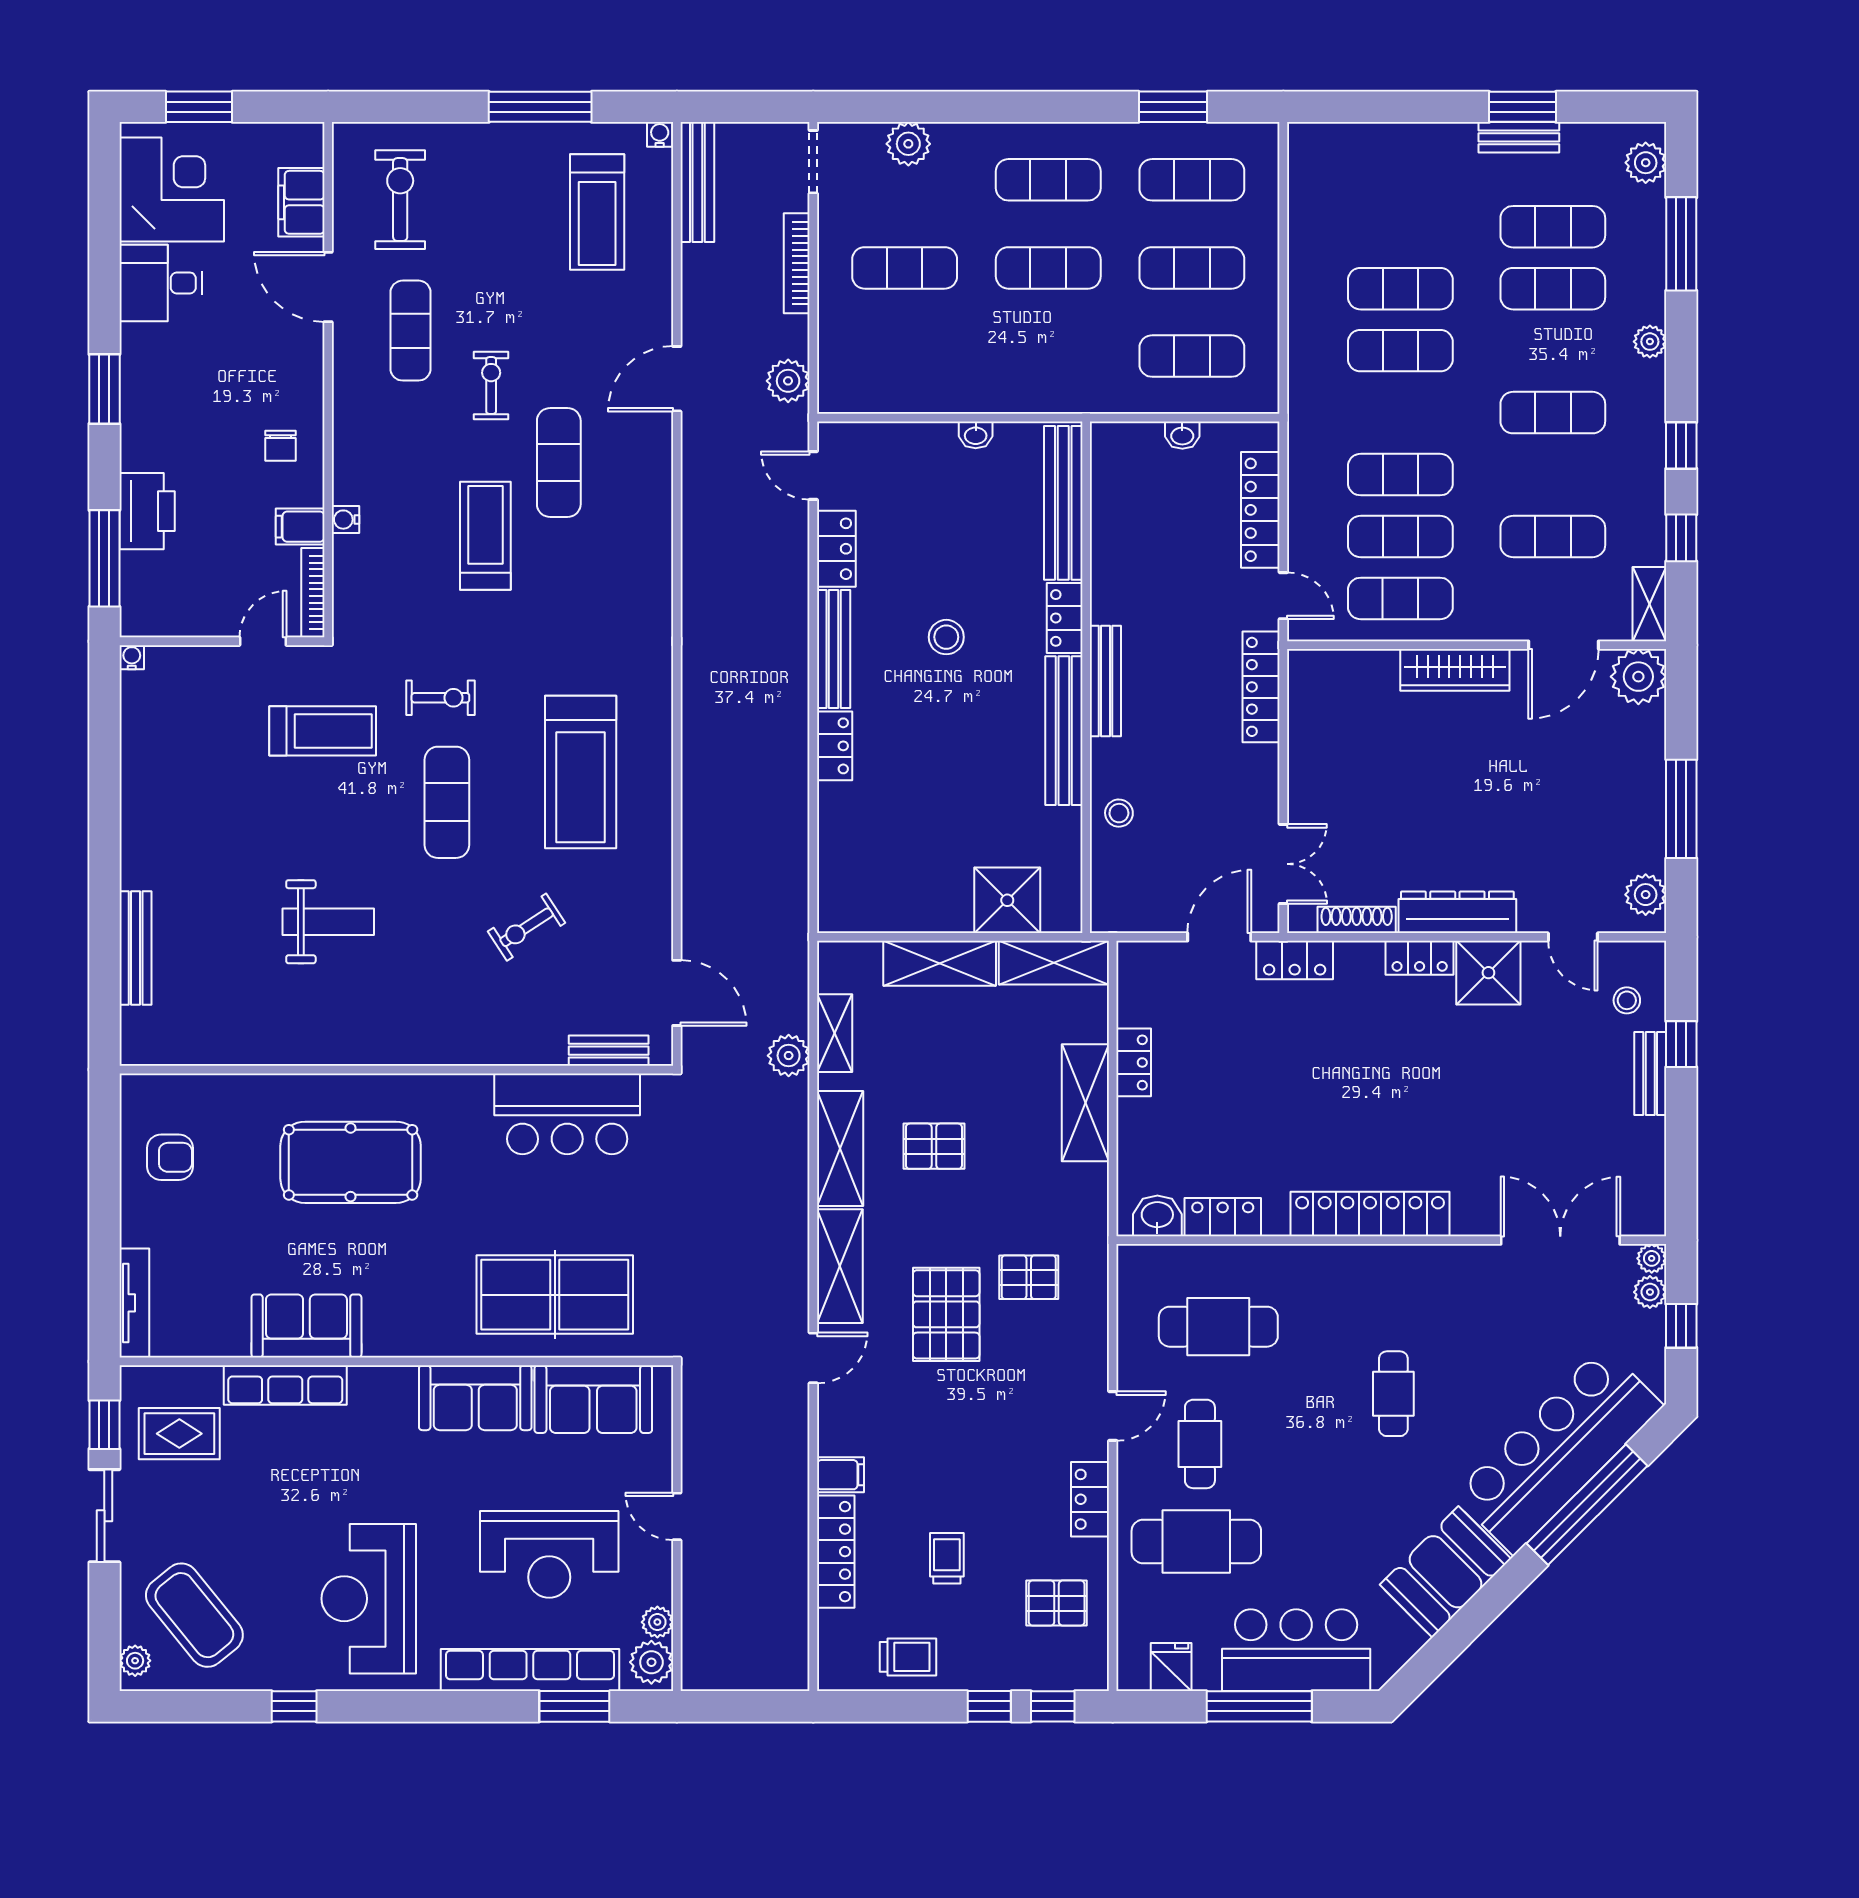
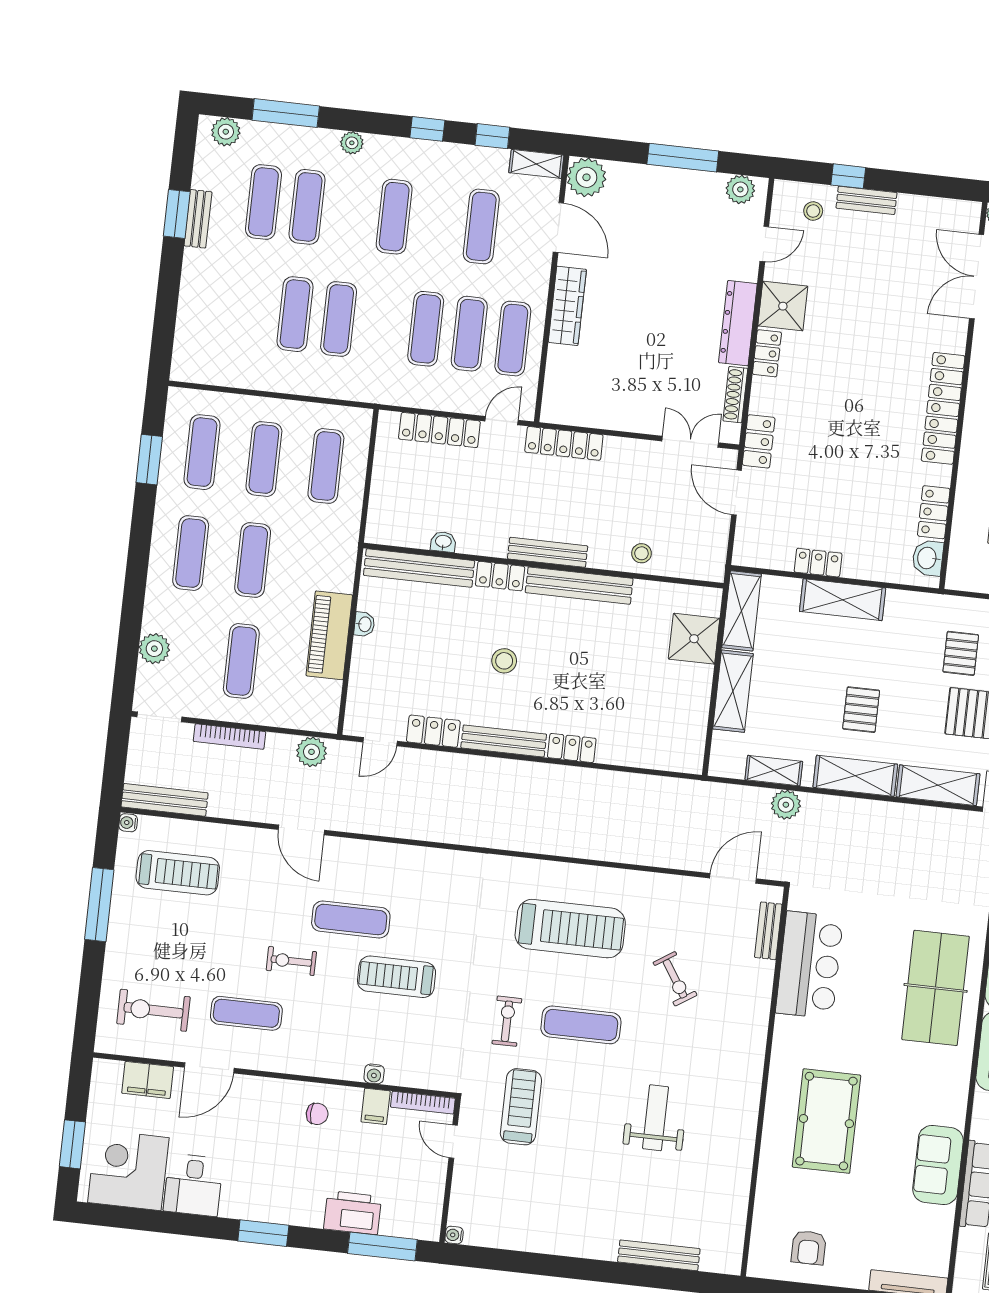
piano: (954, 388) -> (329, 635), added
washbasin: (1182, 435) -> (443, 542), moved, turned -90
armchair: (170, 1157) -> (809, 1248), turned 180

